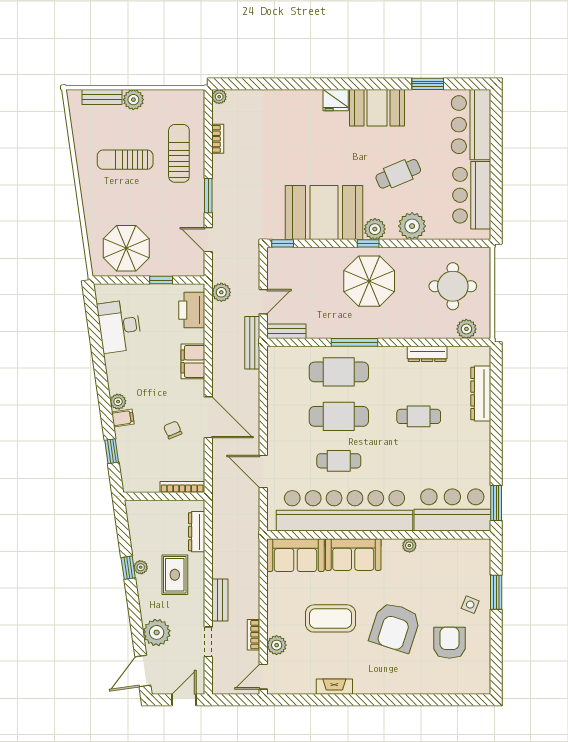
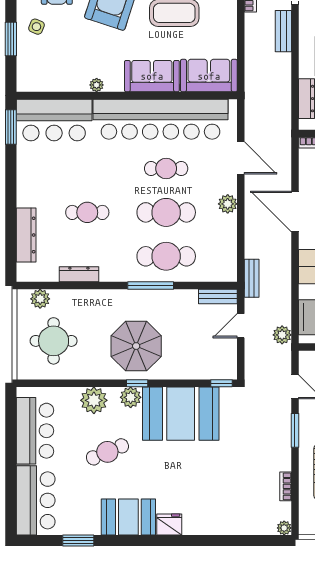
bench: (252, 343) -> (252, 278), width x0.73
plant: (276, 425) -> (228, 204), added

